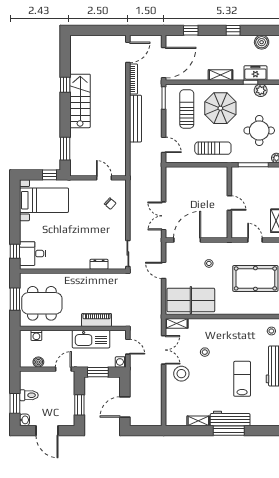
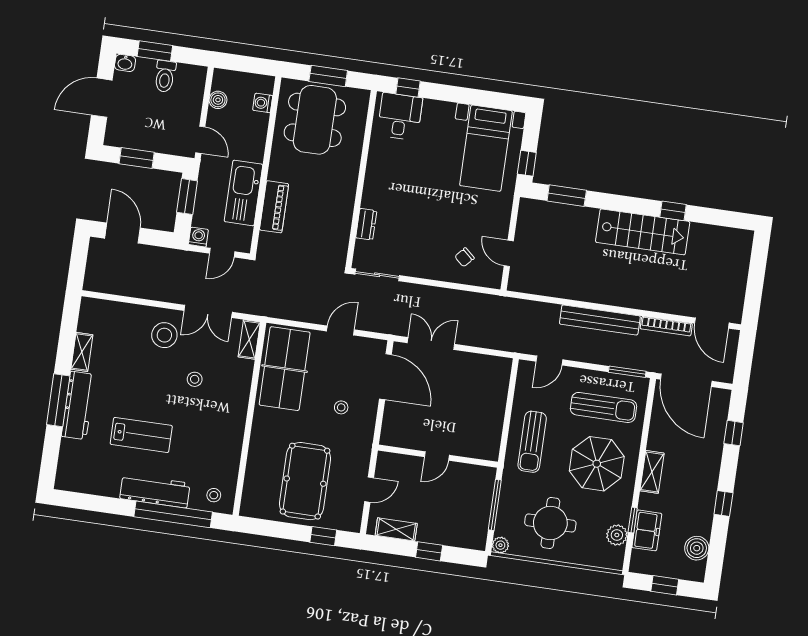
door: (104, 178) -> (509, 253), swing flipped

